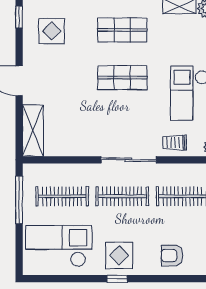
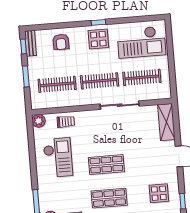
sliding door: (128, 160) -> (120, 105), moved
window: (19, 200) -> (172, 72), removed
armchair: (172, 256) -> (61, 42), turned 90

